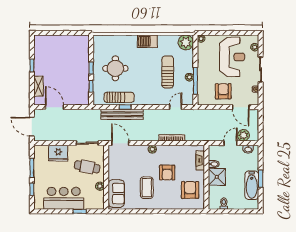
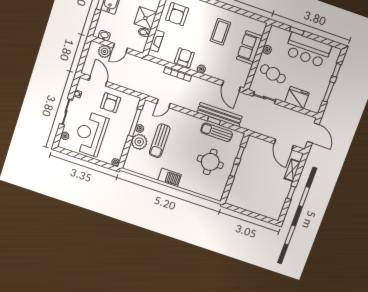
plant: (186, 42) -> (139, 142), moved
armchair: (167, 173) -> (184, 58), moved
sofa: (116, 194) -> (249, 48), moved

